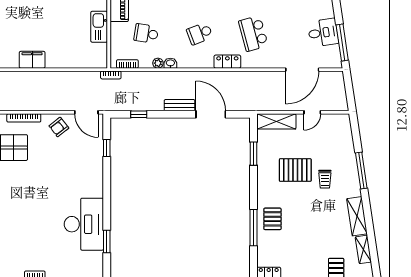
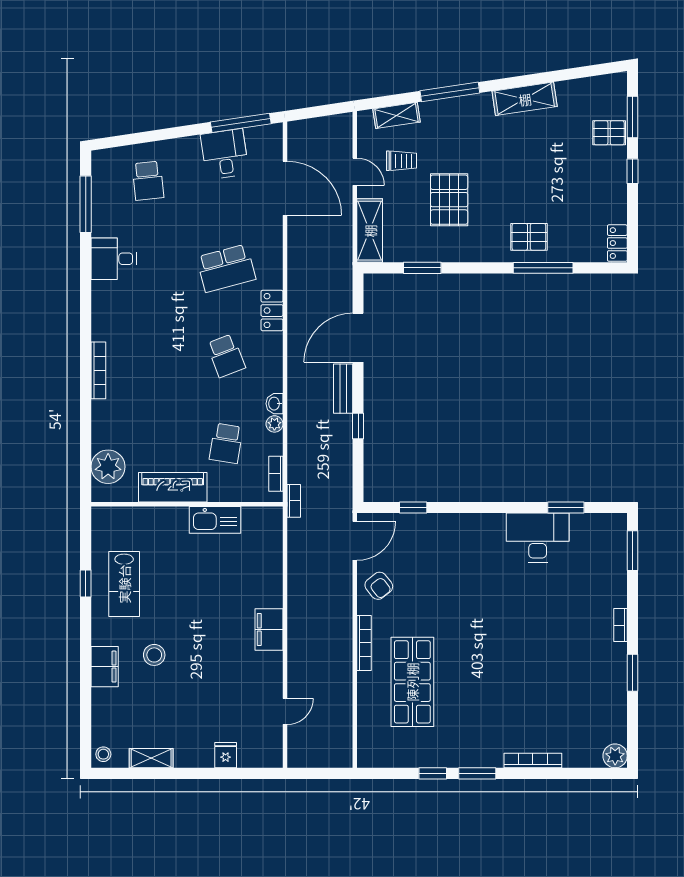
window: (139, 114) -> (358, 426), moved
trolley: (325, 179) -> (402, 161), moved
desk: (84, 224) -> (538, 538), width x0.73, depth x0.77
shelving: (363, 249) -> (396, 115), moved

